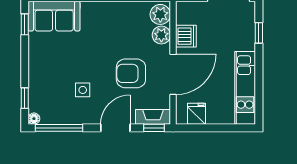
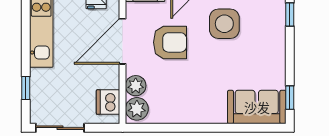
dishwasher: (186, 36) -> (108, 102), moved
side table: (83, 90) -> (224, 24), width x1.87, depth x1.87

